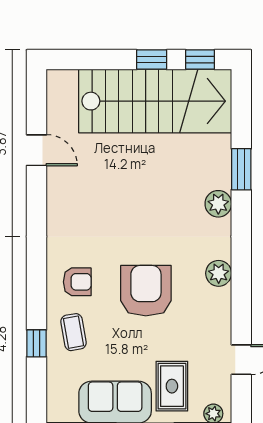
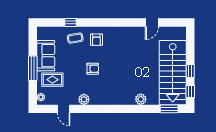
window: (241, 169) -> (169, 109), moved
plant: (218, 204) -> (141, 99), moved
plant: (219, 273) -> (84, 99), moved
armchair: (146, 291) -> (93, 69), width x0.53, depth x0.53

